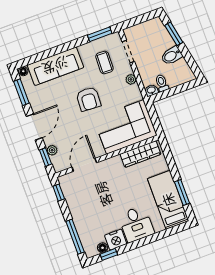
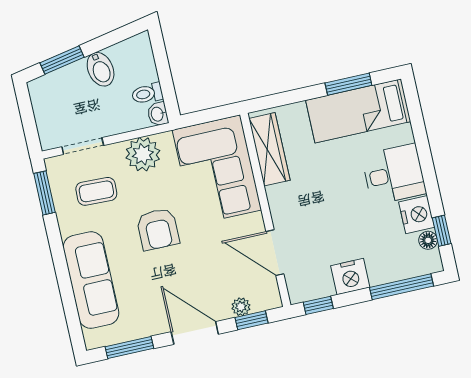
floor lamp: (23, 71) -> (92, 339), removed
plant: (131, 79) -> (143, 154), width x1.88, depth x1.88
armchair: (88, 99) -> (158, 229), turned 87
nightstand: (77, 208) -> (350, 277), added

